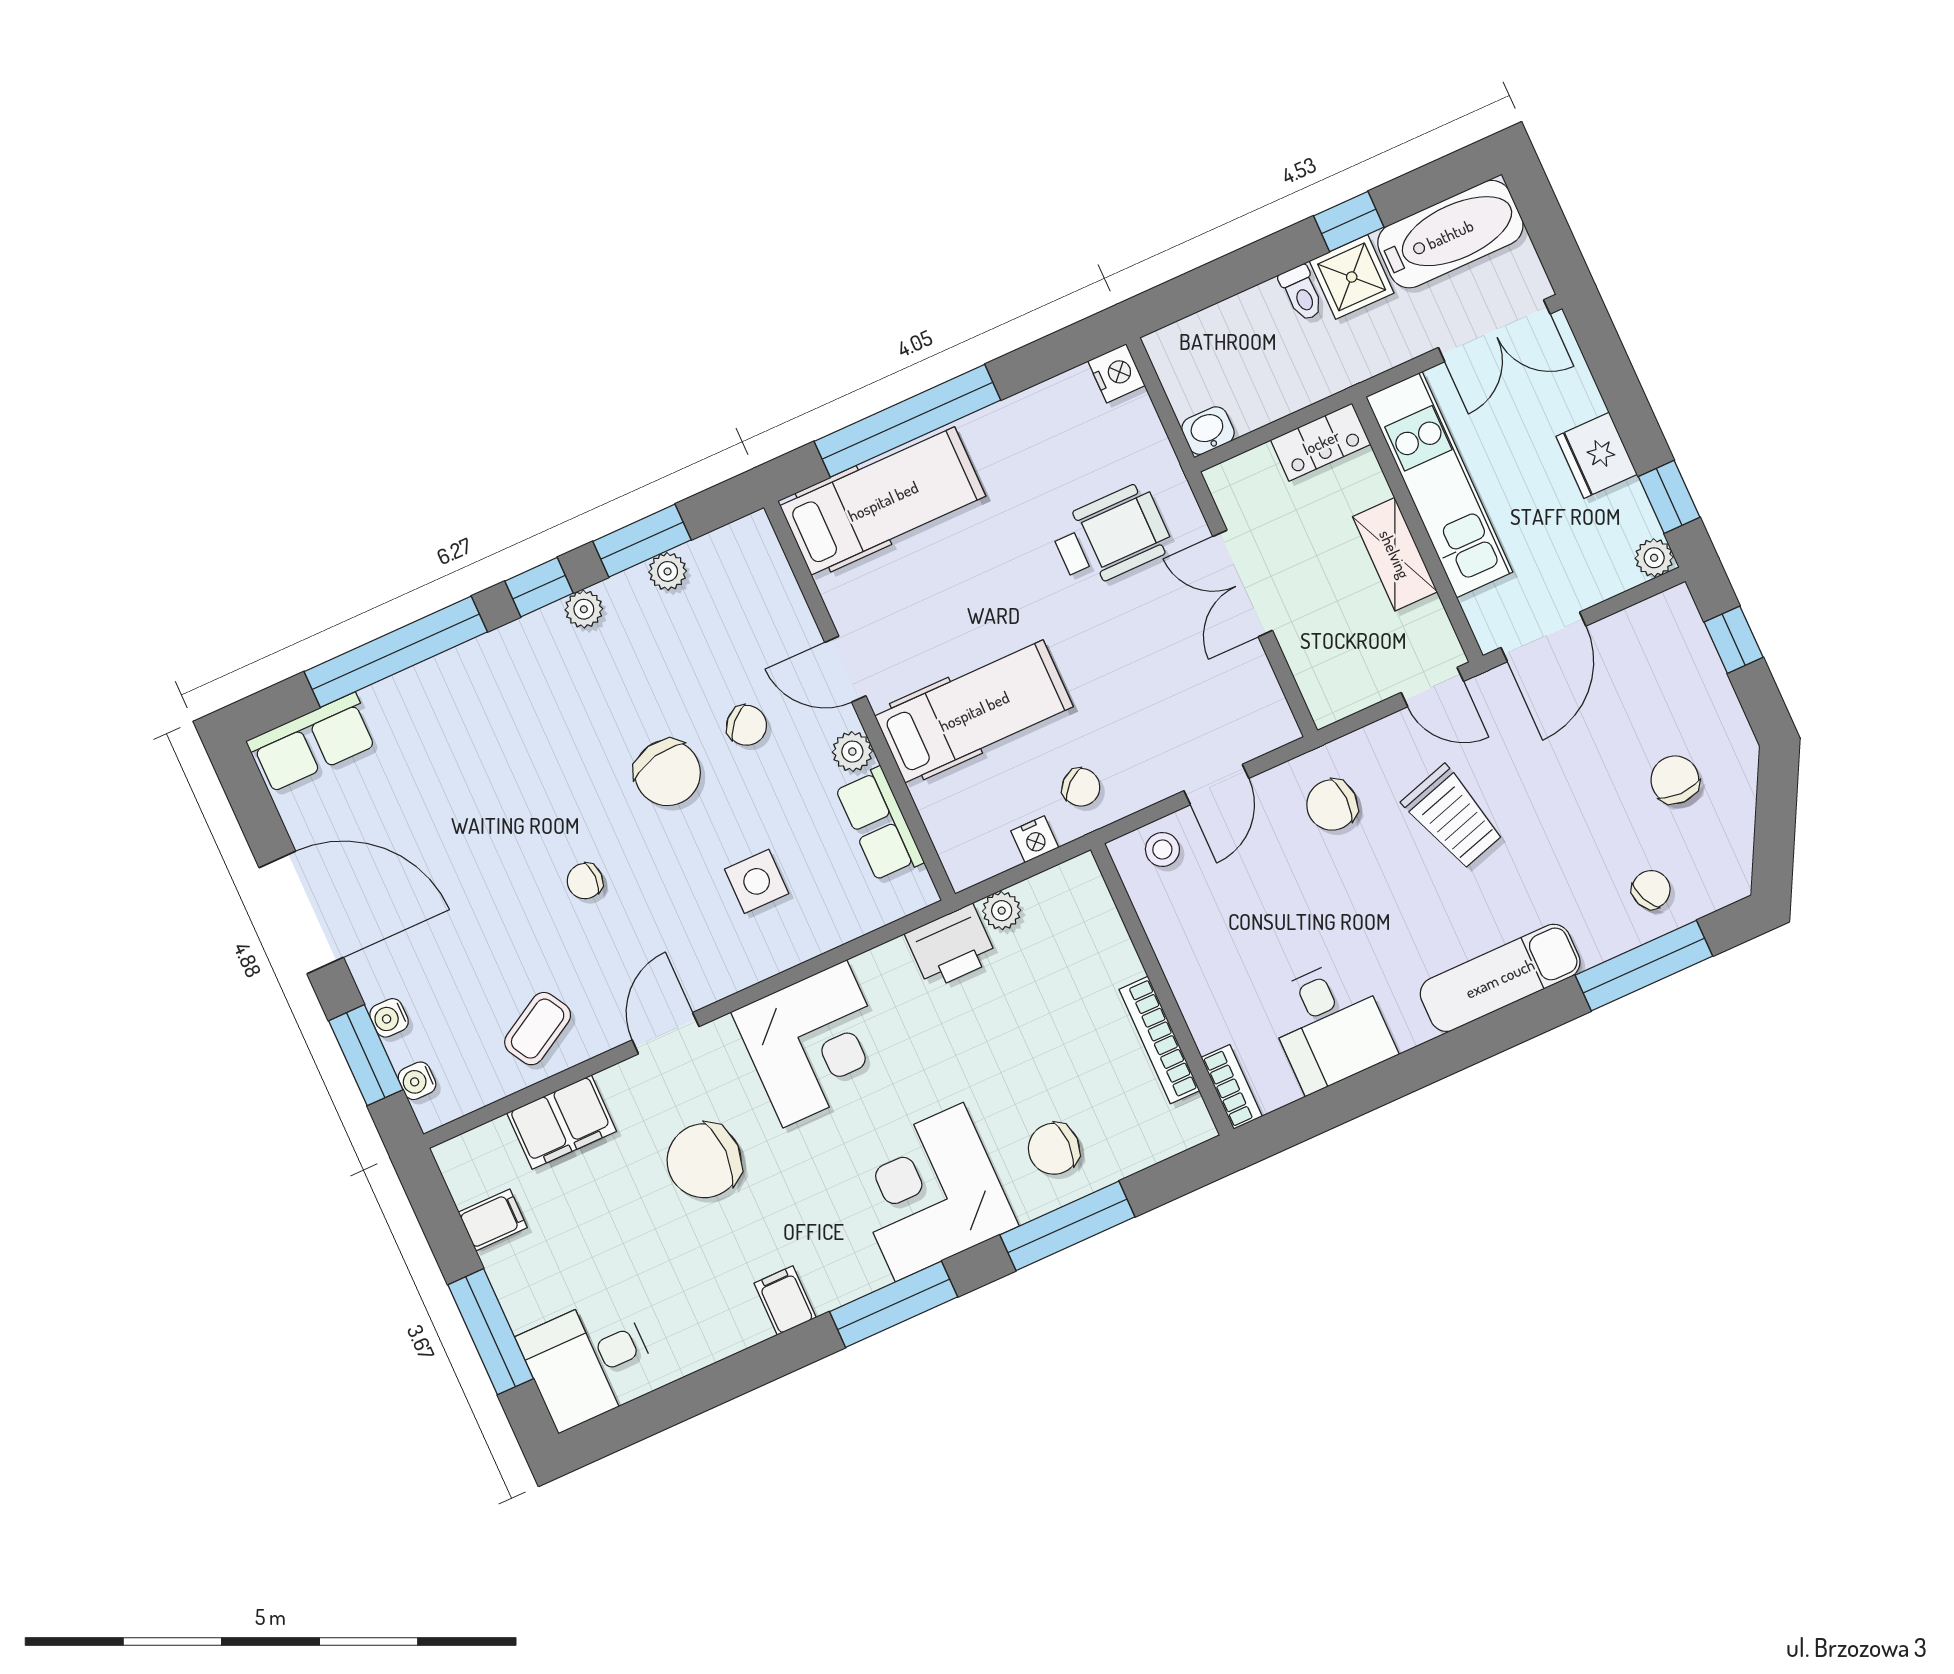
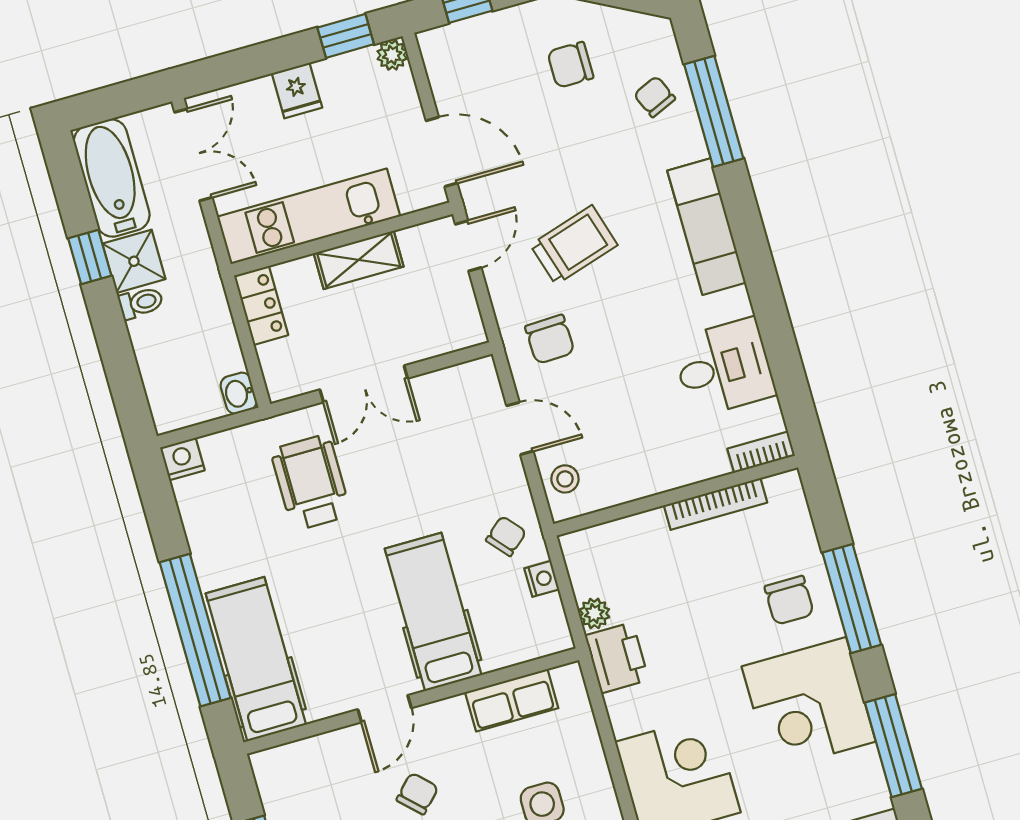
fridge: (1597, 455) -> (297, 90), width x0.72
plant: (852, 752) -> (451, 713), removed

